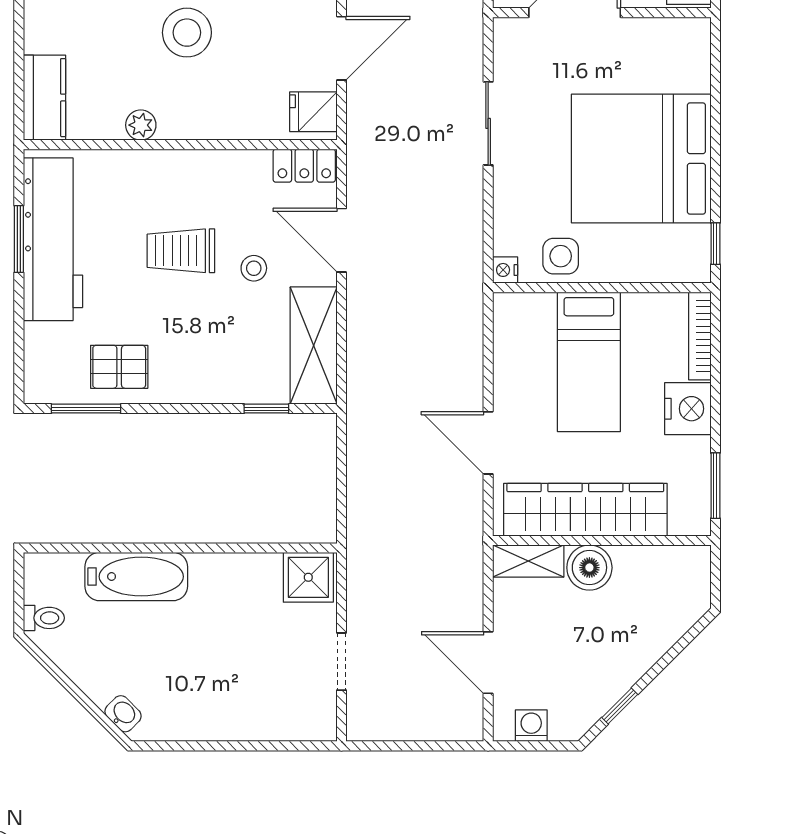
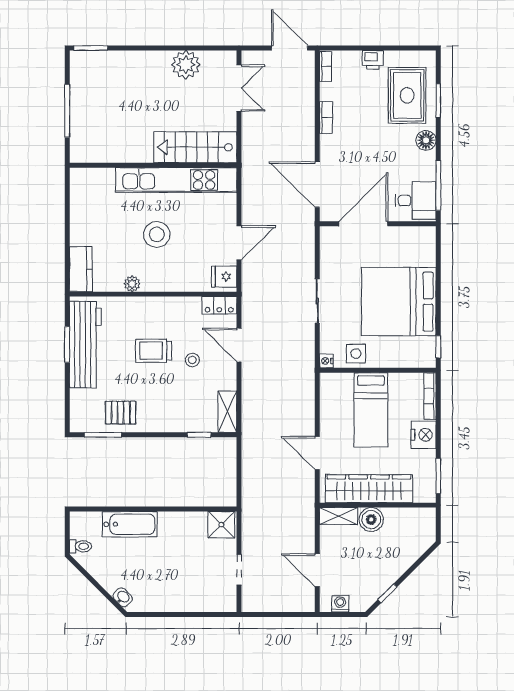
sliding door: (488, 123) -> (317, 301), moved
shelving: (314, 346) -> (227, 412), width x0.67, depth x0.75

